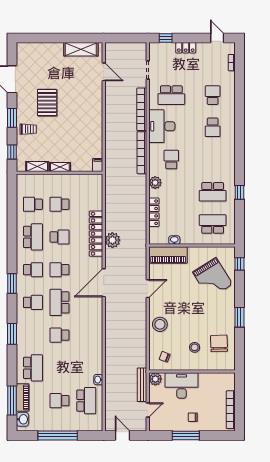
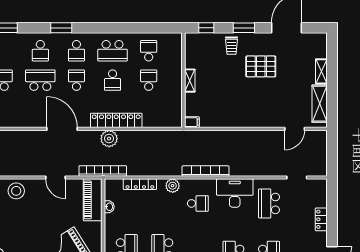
window: (166, 38) -> (332, 197), removed
bookcase: (142, 109) -> (103, 171), moved
shelving: (37, 166) -> (321, 71), moved

